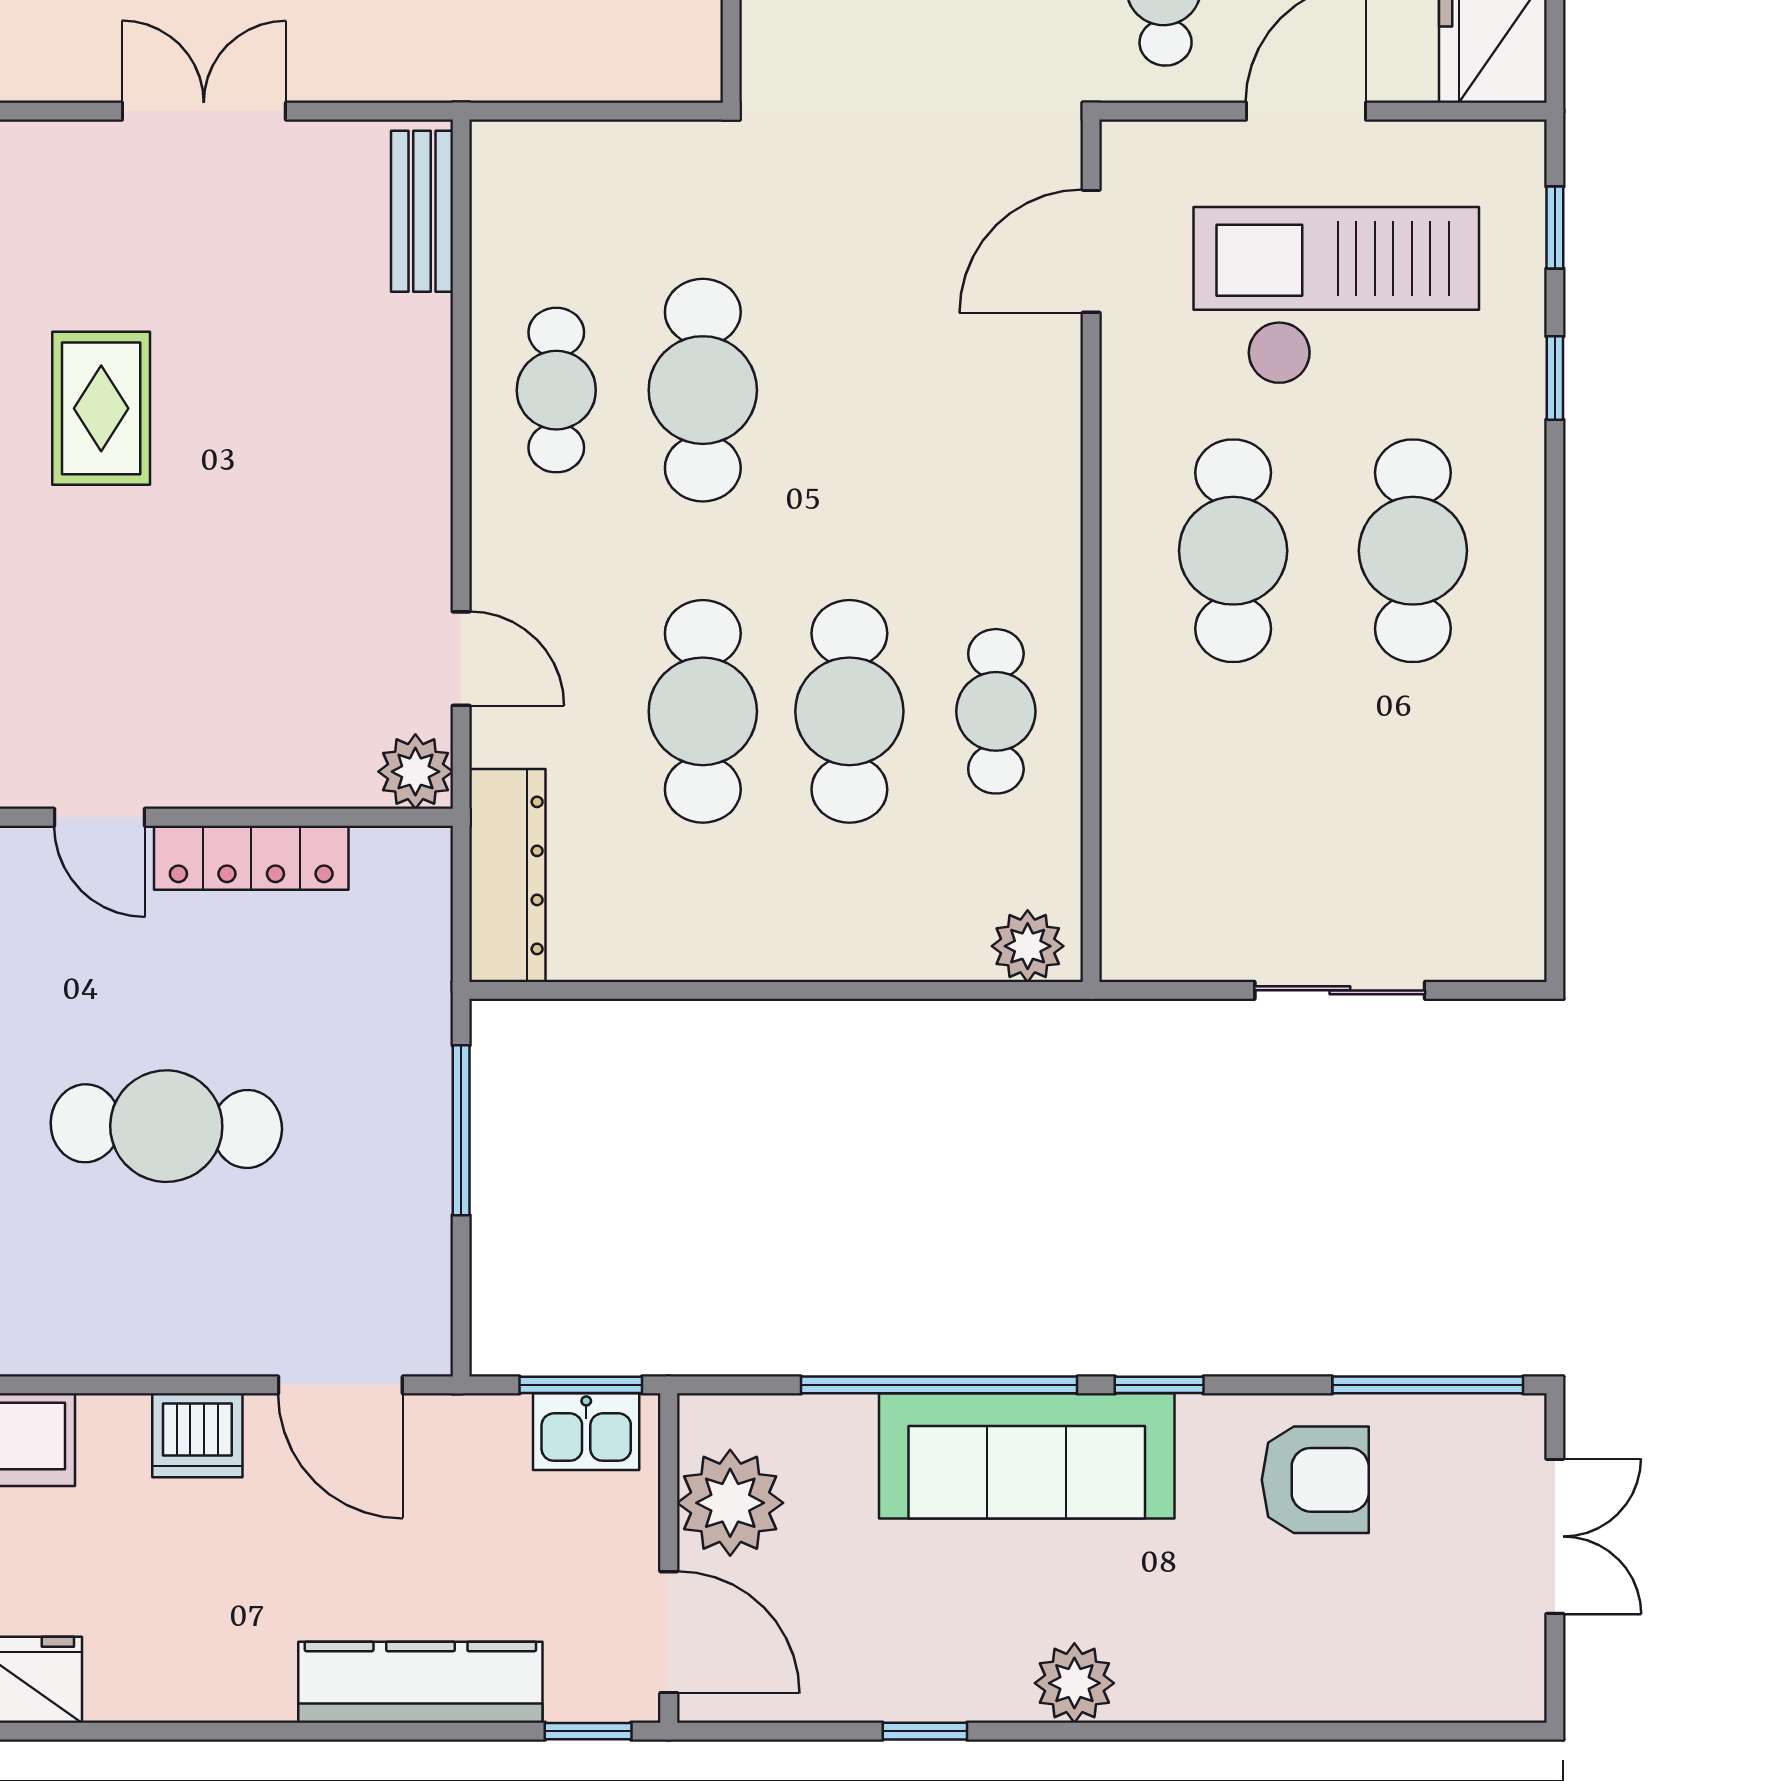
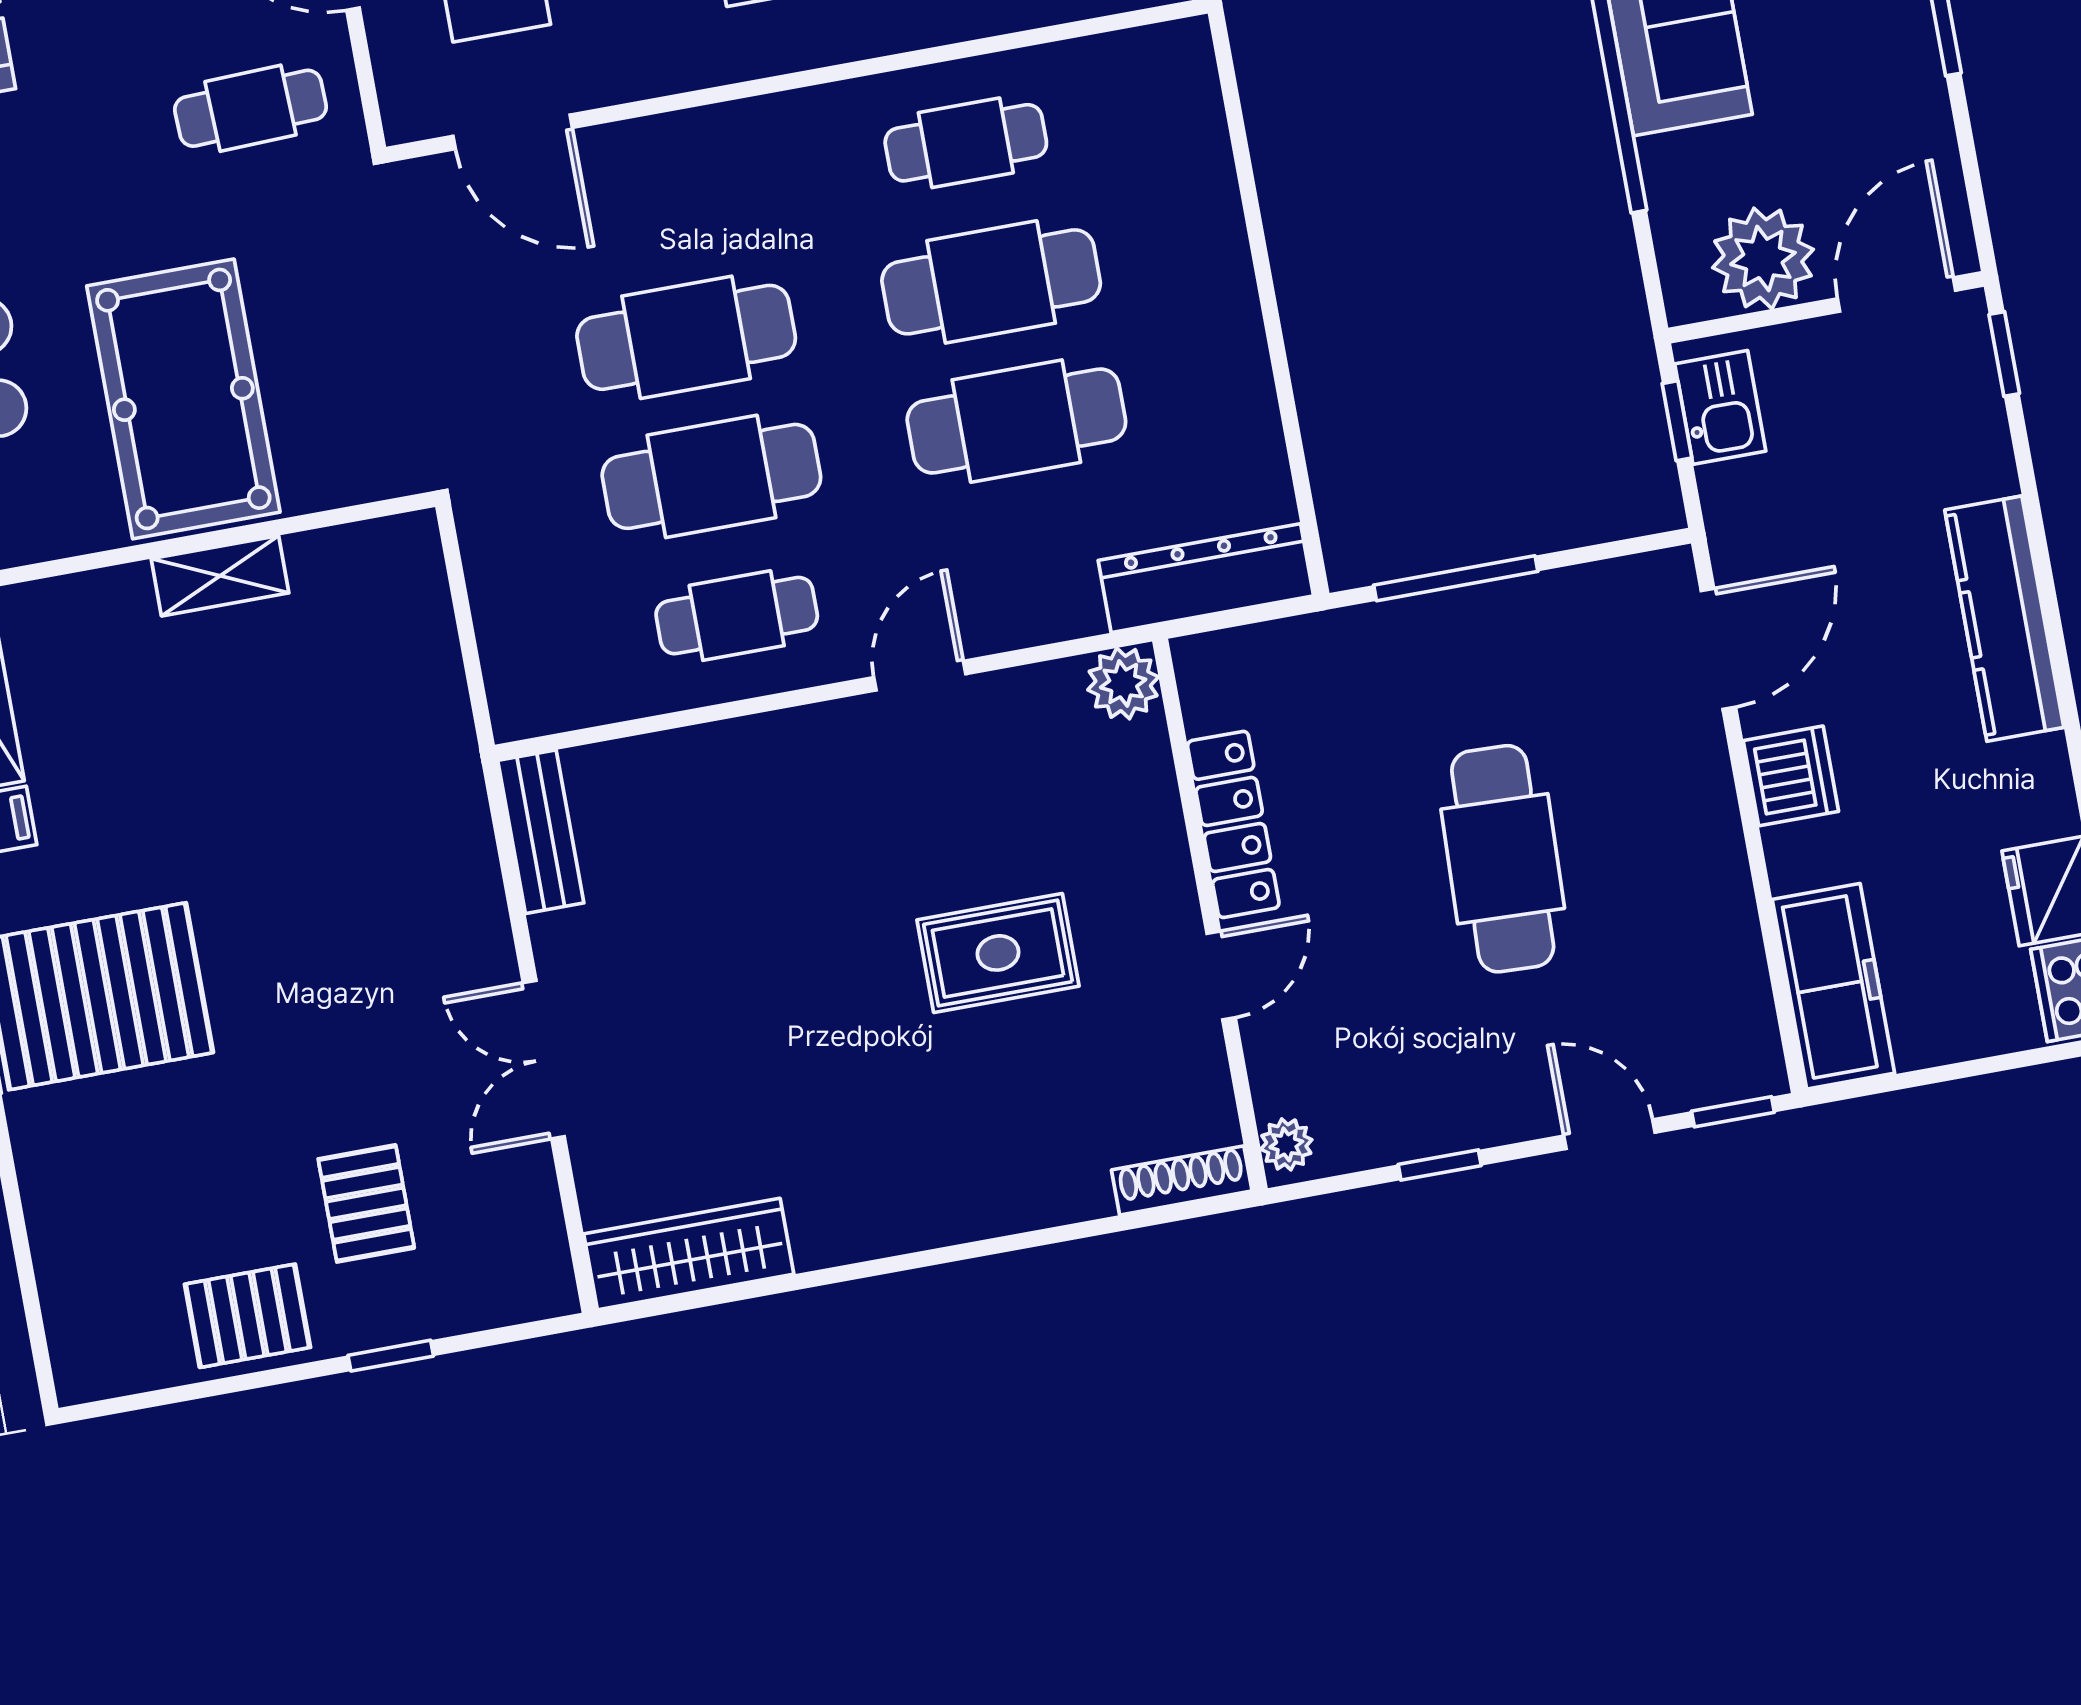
double door: (204, 111) -> (544, 1060), moved
bench: (422, 211) -> (541, 832), moved, turned 90
cafe table: (849, 390) -> (686, 337), added
rug: (101, 408) -> (998, 953), moved
door: (461, 659) -> (920, 676), moved
plant: (1028, 946) -> (1183, 72), removed
window: (581, 1385) -> (1677, 421), width x0.67
kitchen counter: (420, 1682) -> (2004, 619), moved

